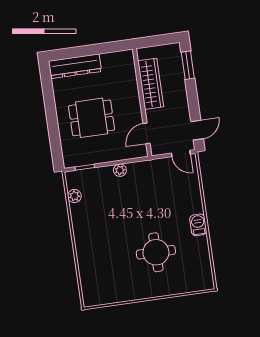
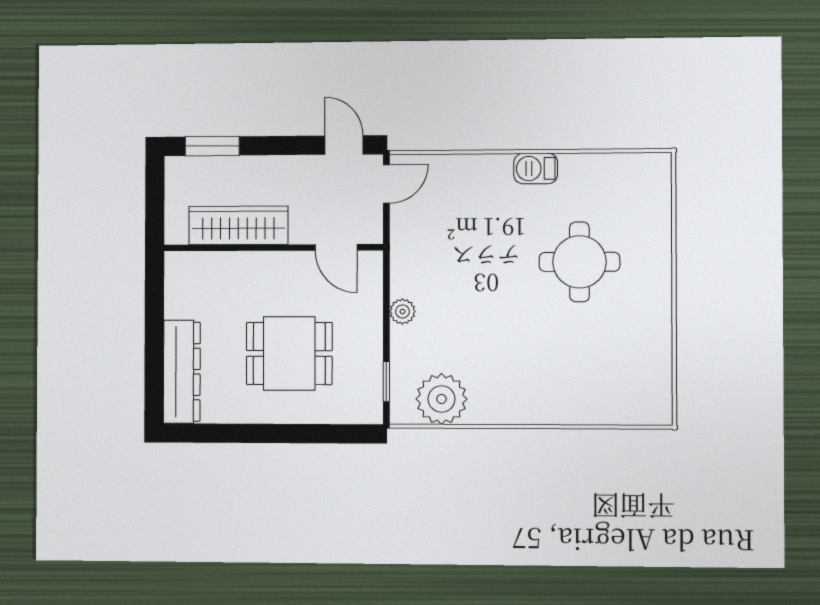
dining table: (92, 118) -> (289, 353), turned 90
plant: (74, 196) -> (441, 399), width x1.87, depth x1.87

